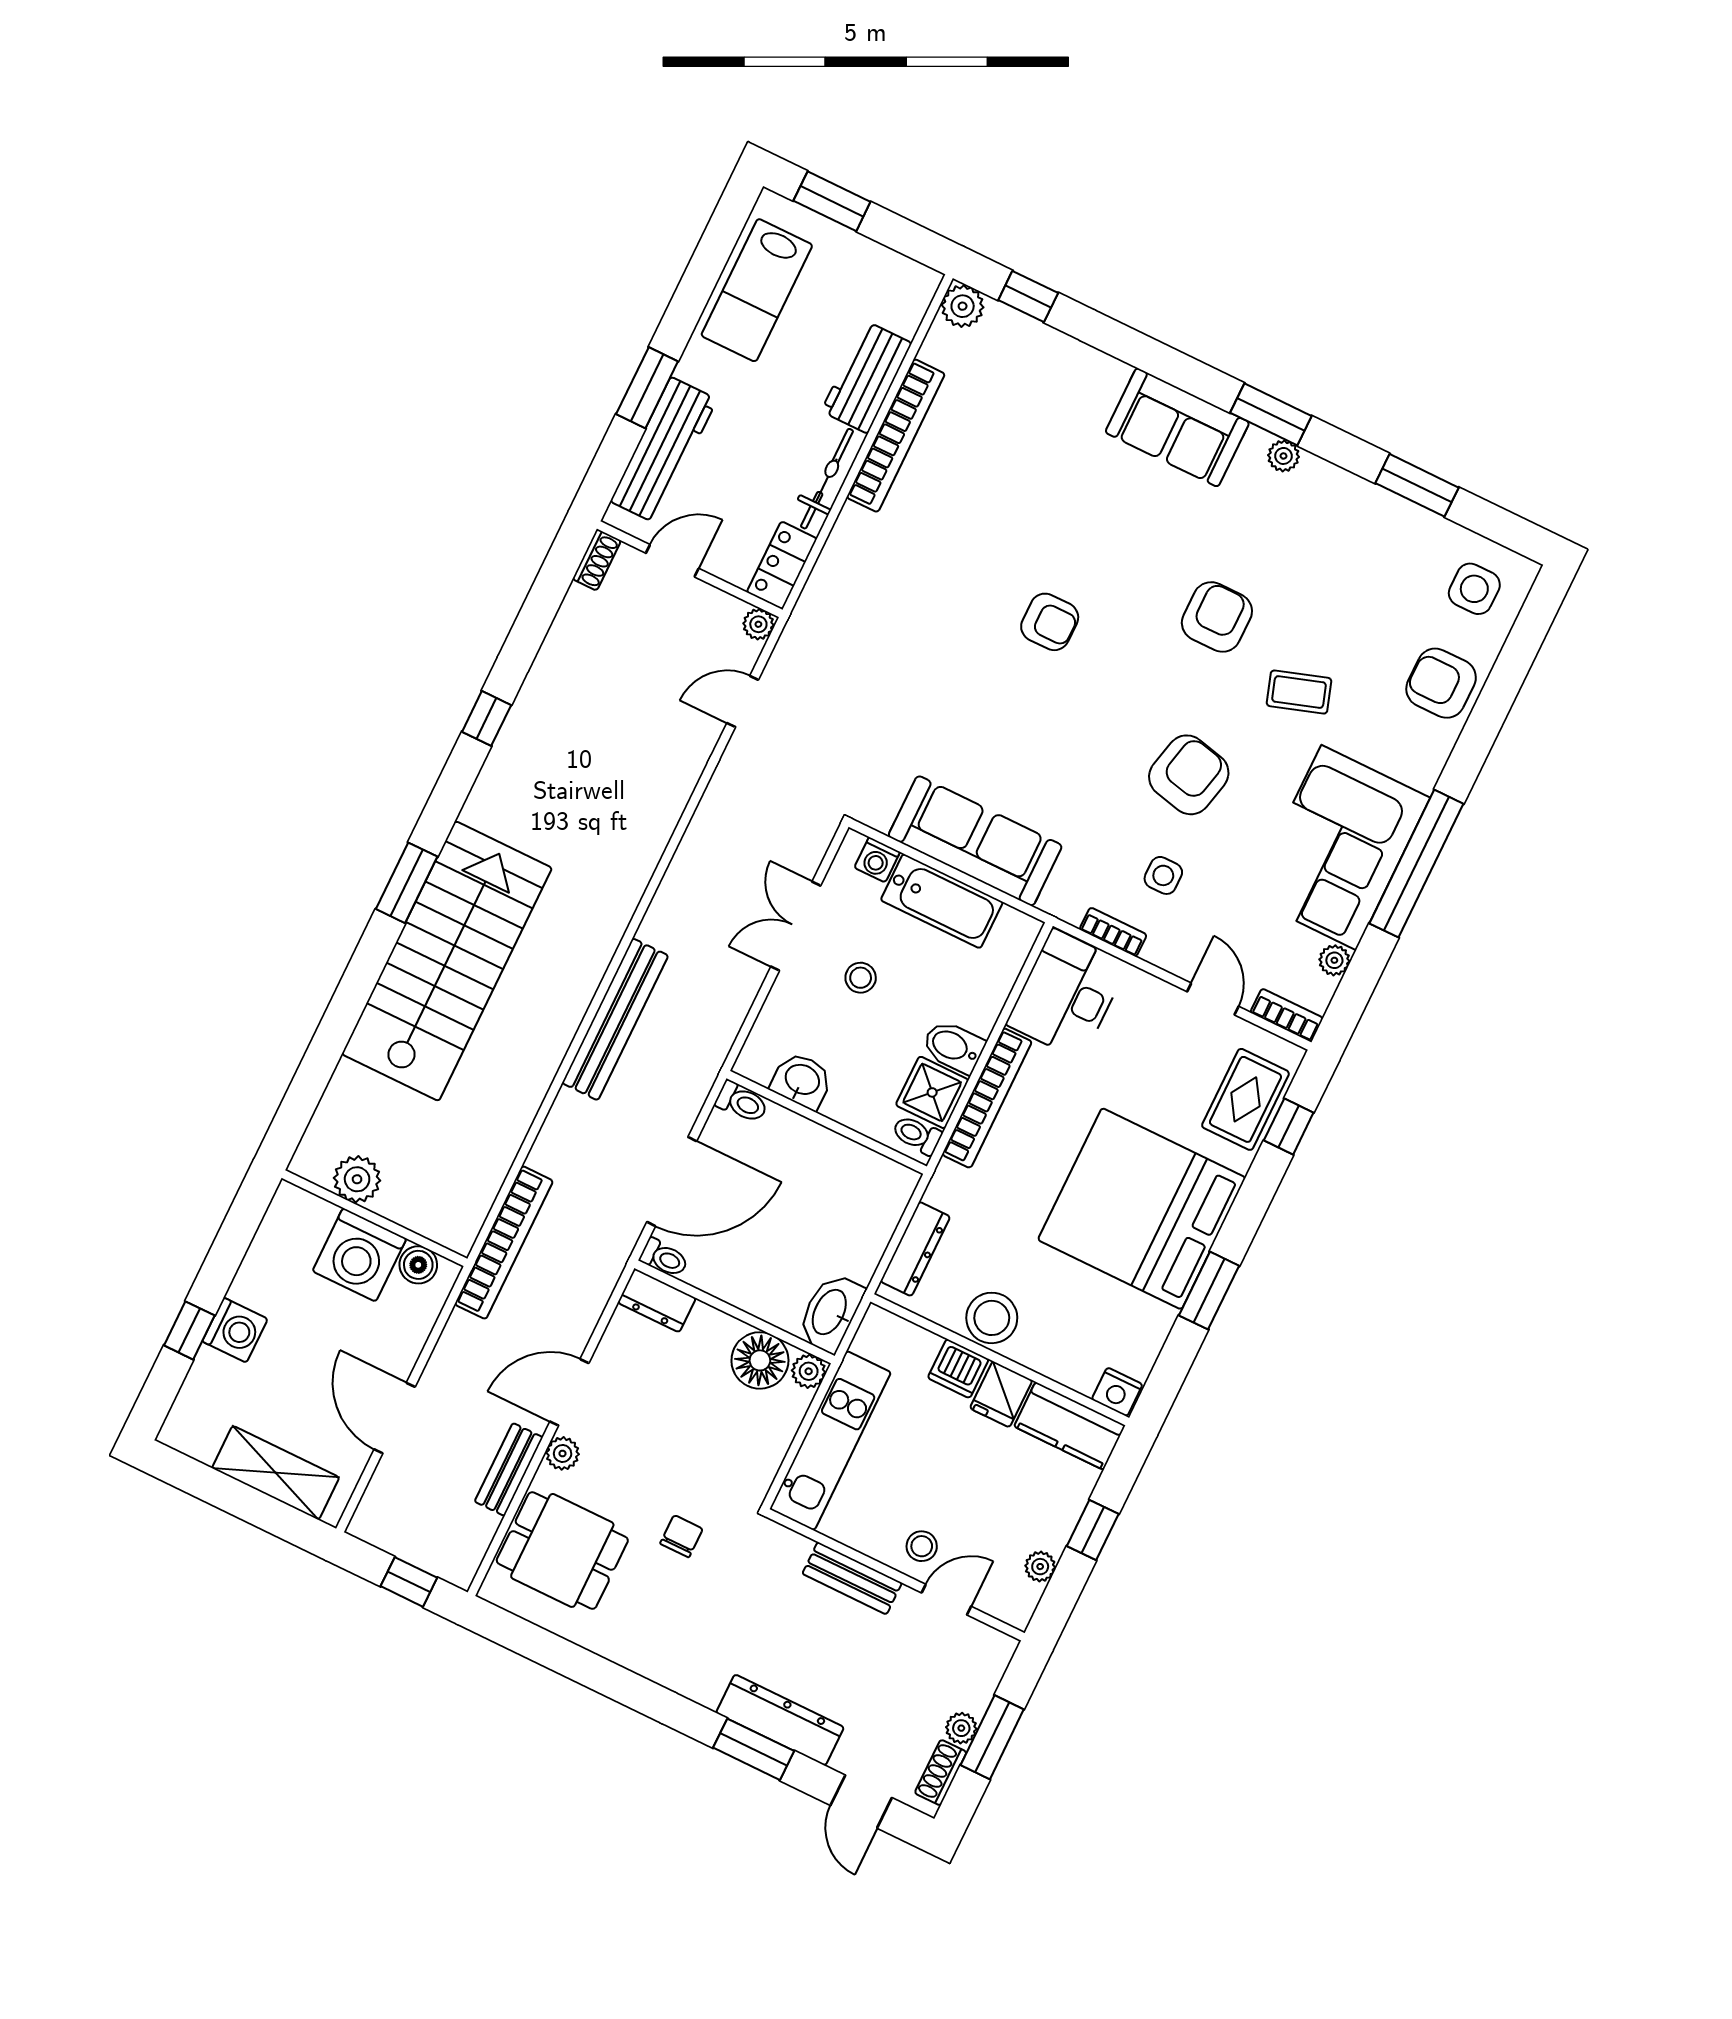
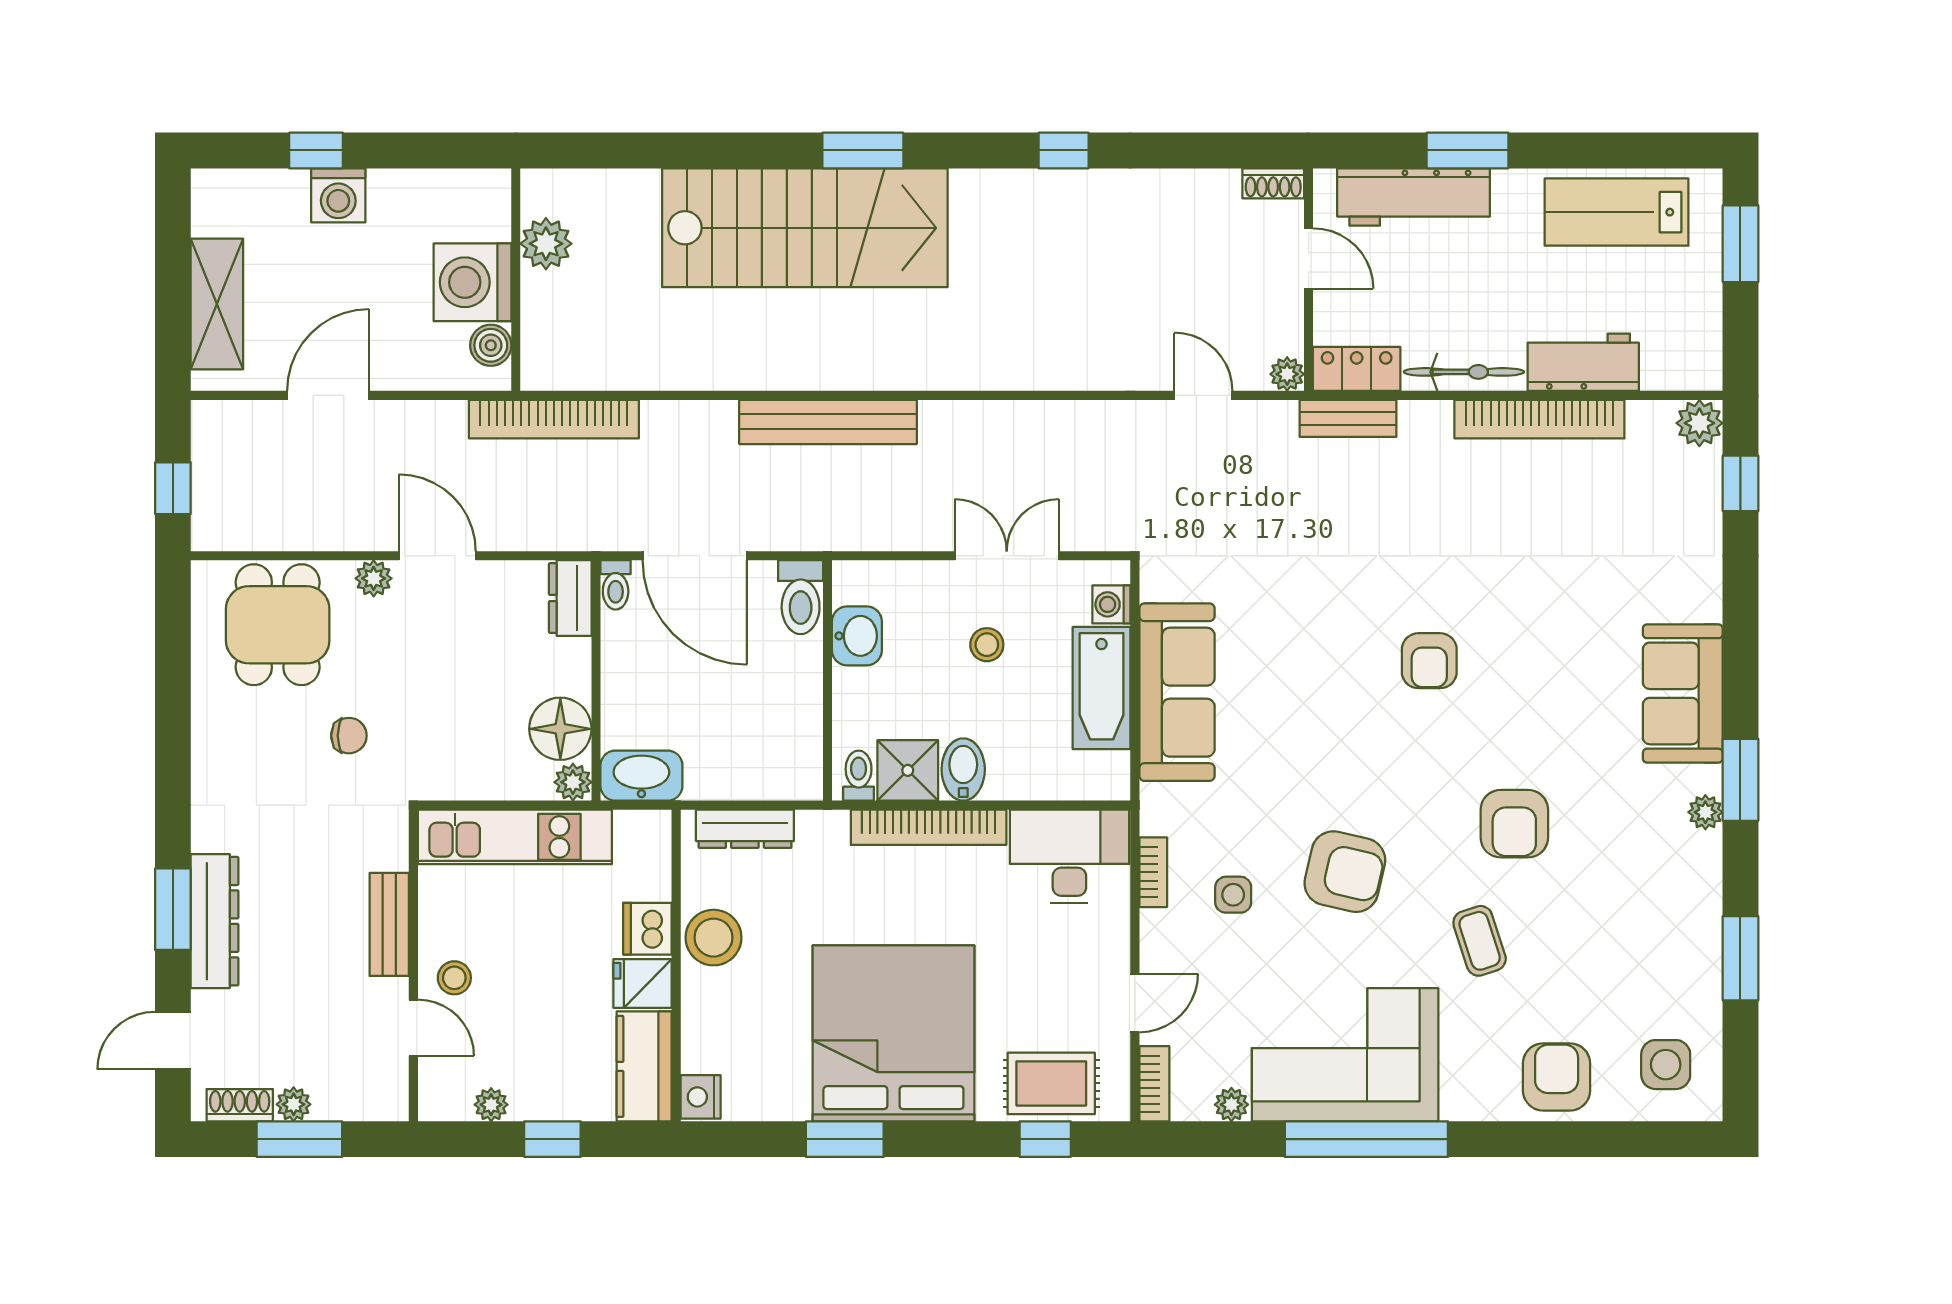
armchair: (1217, 617) -> (1514, 824), turned 90
toilet: (742, 1102) -> (801, 597), width x1.37, depth x1.39
bench: (509, 1469) -> (1348, 418), moved

